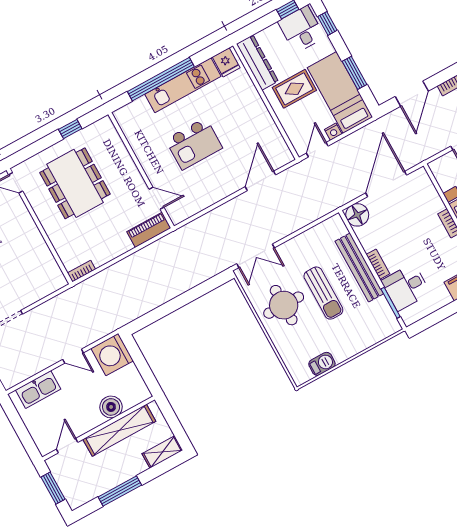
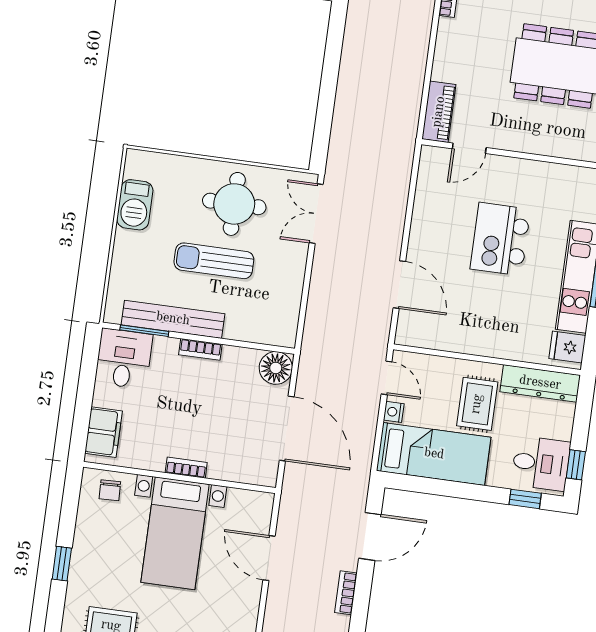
window: (354, 73) -> (444, 488), removed
door: (412, 94) -> (370, 536), swing flipped
bench: (359, 268) -> (173, 319), moved
desk: (406, 287) -> (124, 359), moved
barbecue: (322, 364) -> (135, 205), width x1.38, depth x1.27

